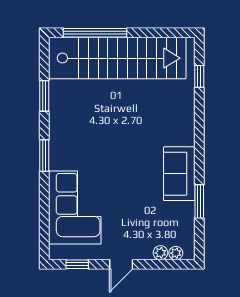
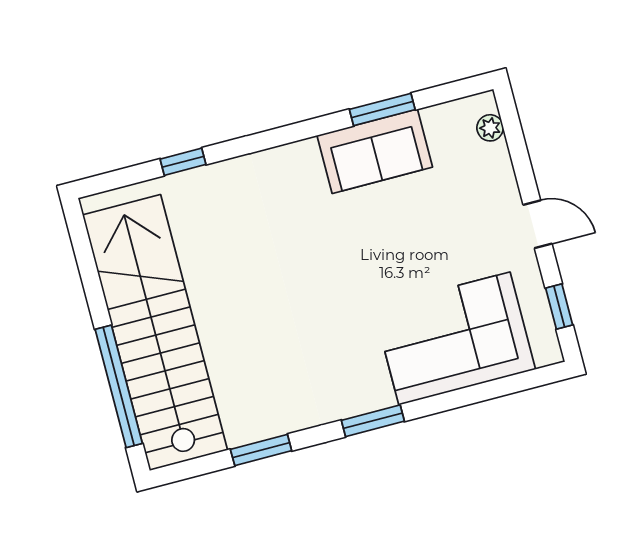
window: (199, 76) -> (183, 162), moved
sofa: (179, 174) -> (375, 151), moved
plant: (160, 253) -> (497, 157), removed

